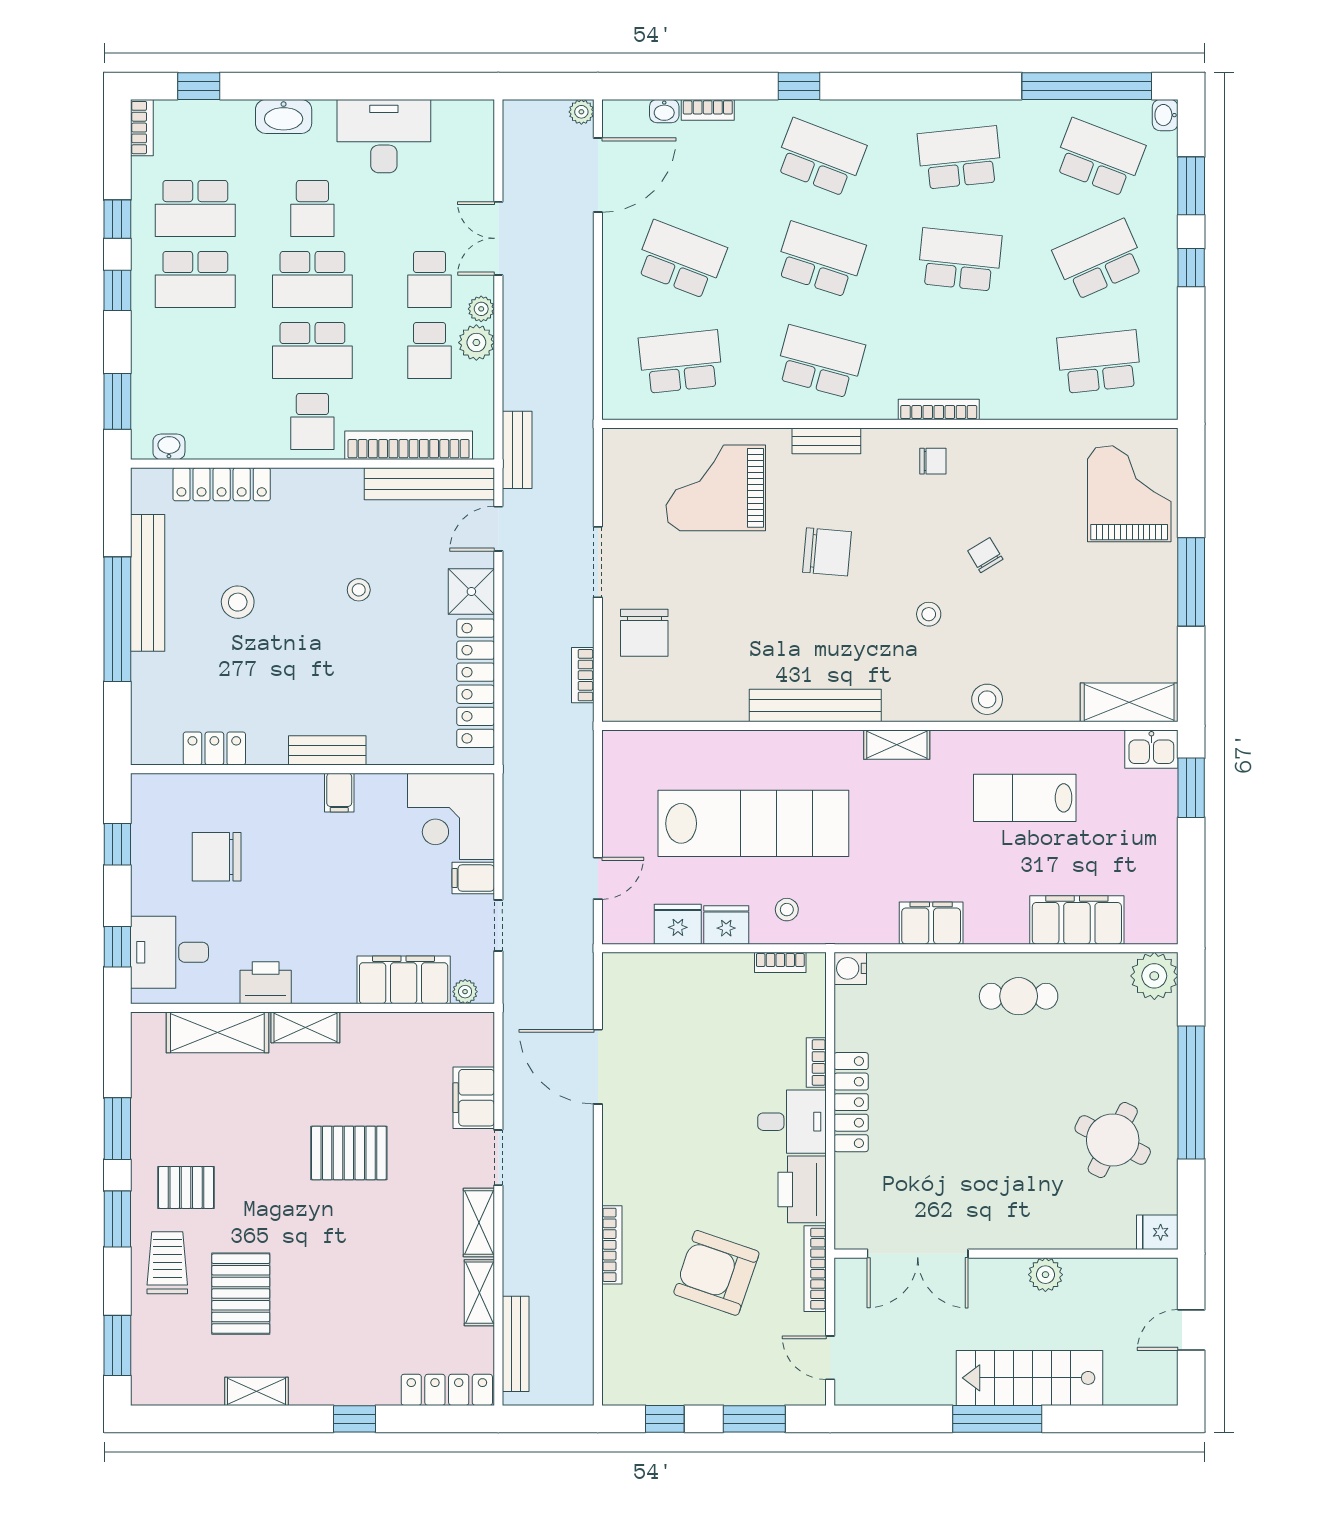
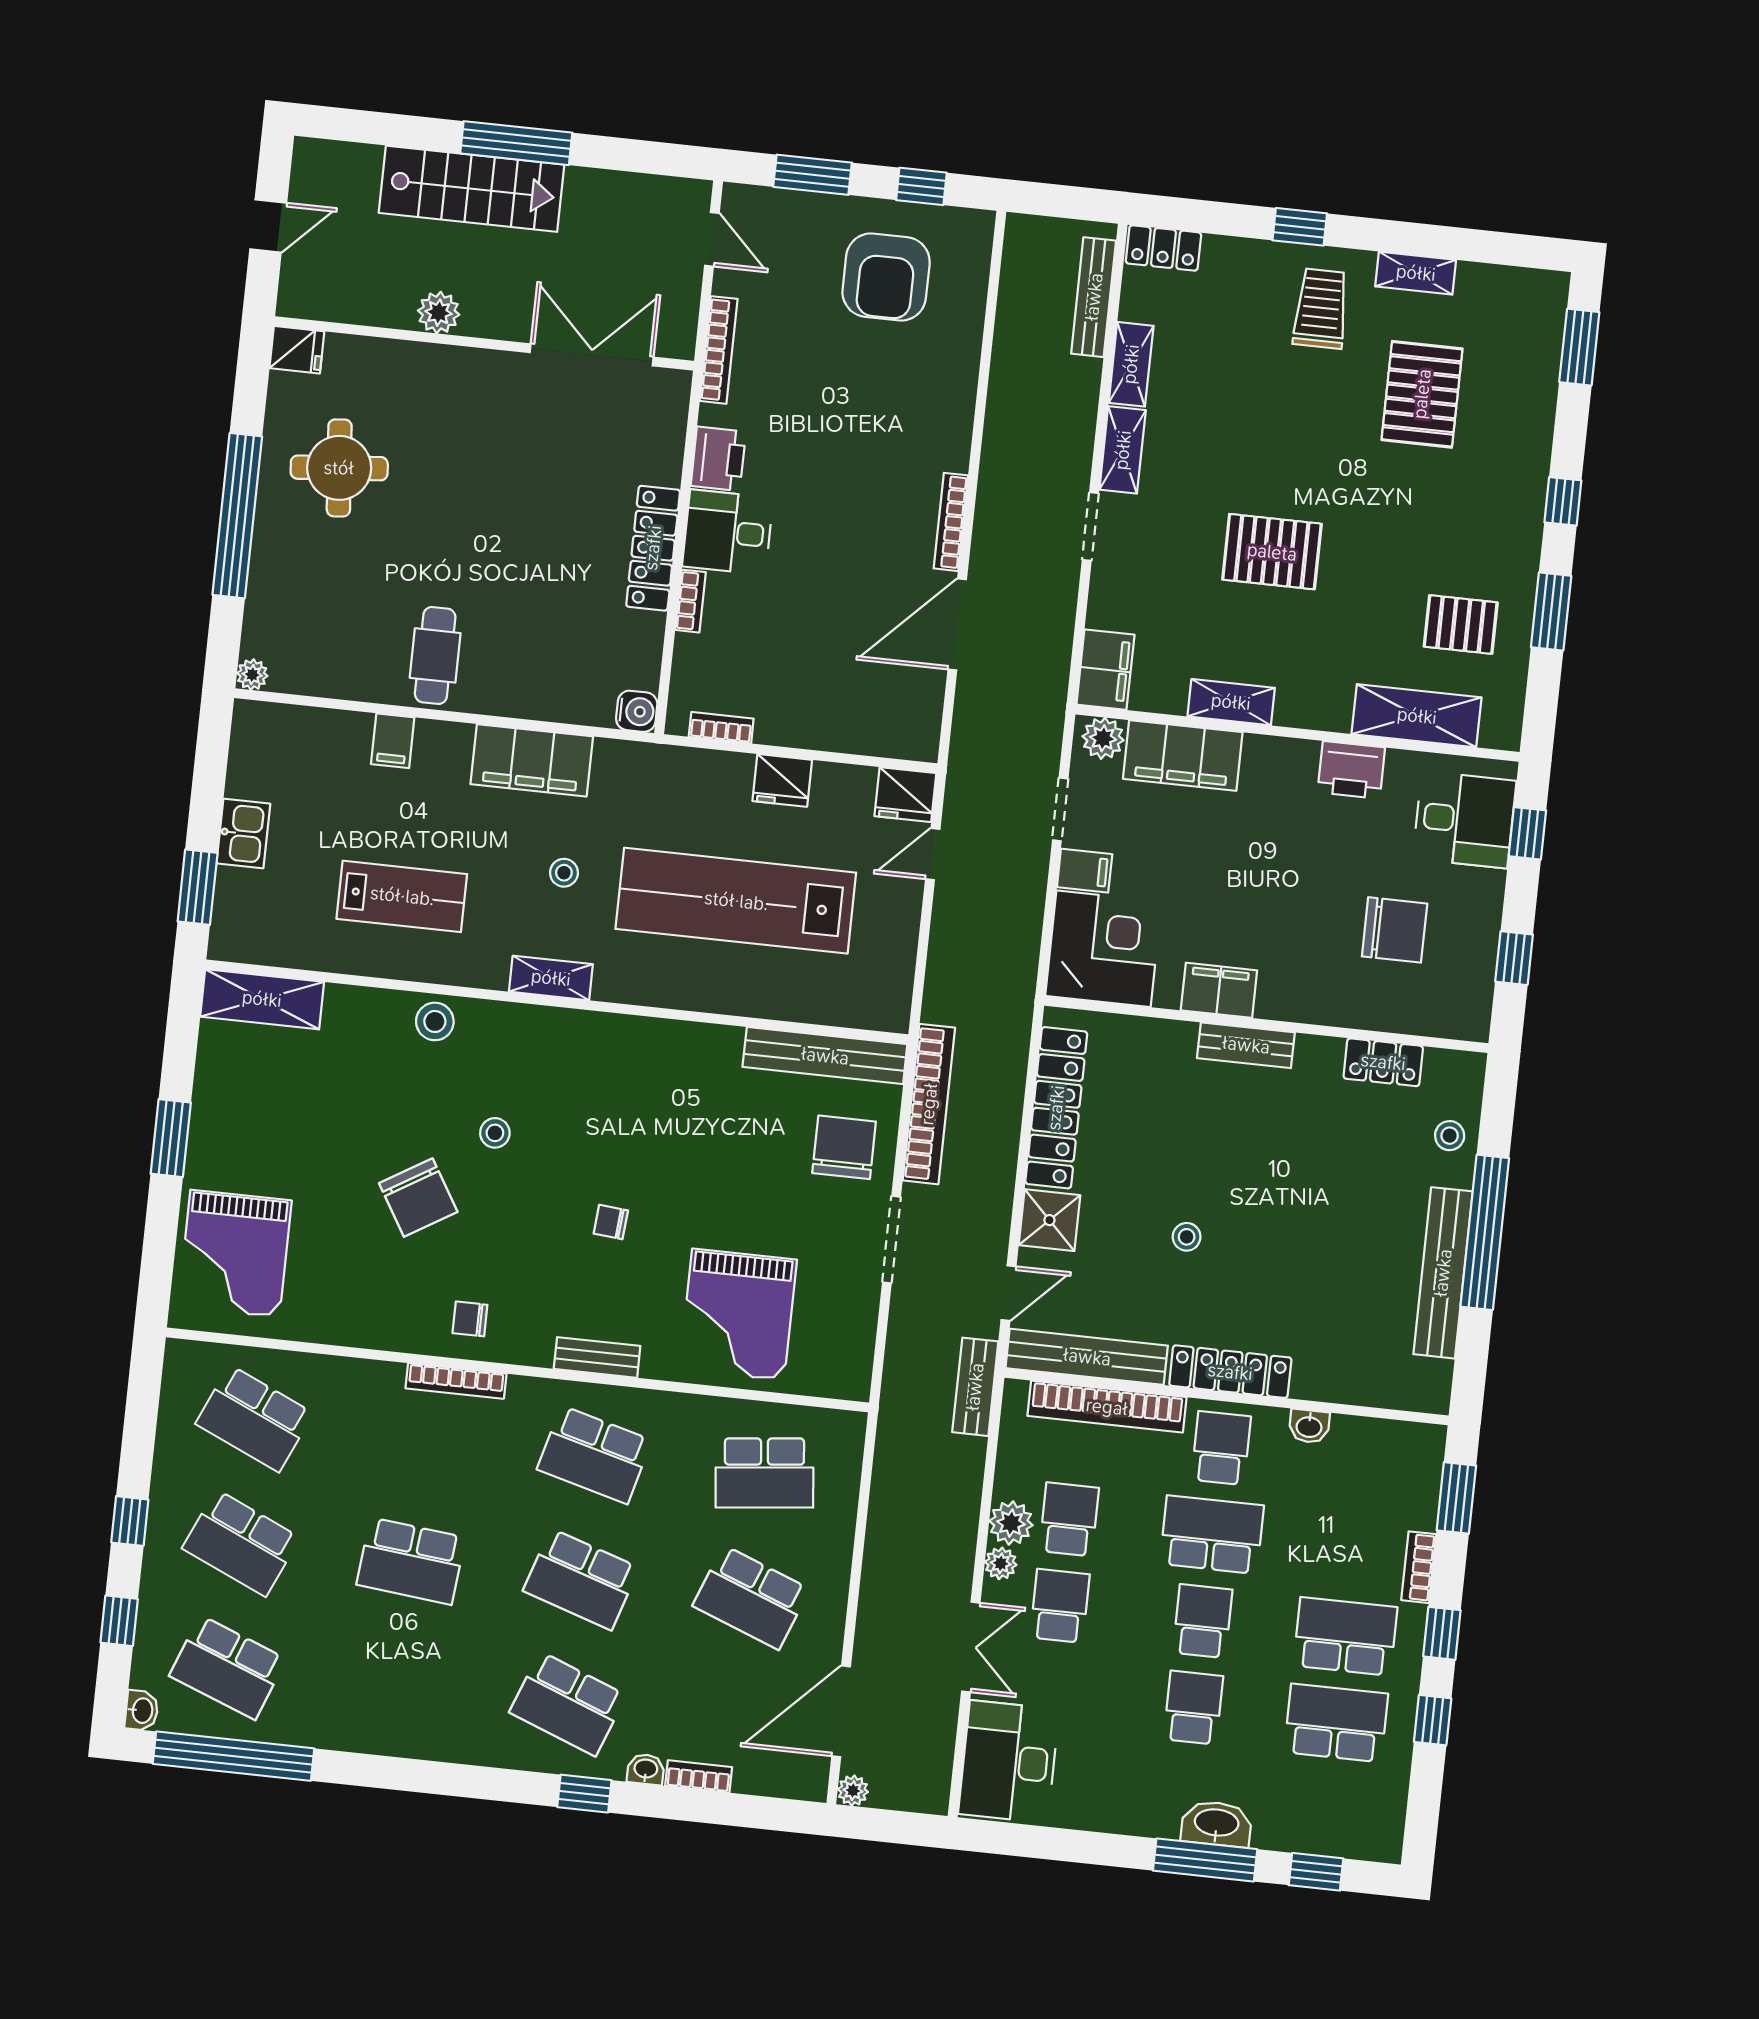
window: (290, 86) -> (1205, 1860), added
washbasin: (664, 111) -> (646, 1769), moved
bookcase: (142, 128) -> (1419, 1567), moved
desk: (384, 136) -> (1009, 1762), moved, turned 90
school desk: (960, 157) -> (398, 1686), removed
window: (1191, 186) -> (119, 1621), width x0.67
school desk: (1099, 260) -> (241, 1543), turned 48
school desk: (312, 280) -> (1203, 1621), width x0.54
school desk: (1099, 362) -> (254, 1418), turned 30
washbasin: (169, 447) -> (1309, 1426), moved
locker: (222, 484) -> (1230, 1372), moved
grand piano: (716, 488) -> (738, 1315), turned 90
chair: (827, 552) -> (611, 1222), width x0.54, depth x0.54
chair: (985, 555) -> (418, 1198), width x1.87, depth x1.87
window: (1191, 582) -> (171, 1138), width x0.69
stool: (238, 602) -> (1450, 1136), moved, width x0.73, depth x0.73
bookcase: (583, 675) -> (929, 1104), width x2.31, depth x1.31
bench: (815, 705) -> (825, 1056), moved
kitchen sink: (1151, 749) -> (243, 834), moved, turned 90
filing cabinet: (339, 793) -> (1219, 990), width x2.00
stool: (787, 910) -> (564, 873), moved
filing cabinet: (1077, 920) -> (393, 741), width x0.33, depth x0.86
filing cabinet: (931, 923) -> (532, 760), width x1.50, depth x1.17
fridge: (678, 924) -> (905, 795), moved
plant: (1154, 976) -> (252, 675), width x0.53, depth x0.53
plant: (465, 992) -> (1103, 738), width x1.38, depth x1.38
cafe table: (1019, 996) -> (435, 655), turned 90
shelving: (305, 1027) -> (1231, 702), moved
door: (598, 1067) -> (957, 624), swing flipped
filing cabinet: (474, 1098) -> (1105, 670), moved
round table: (1113, 1140) -> (339, 468), turned -32
pallet: (186, 1187) -> (1461, 624), moved
printer: (802, 1189) -> (718, 459), width x0.73, depth x0.84
window: (117, 1219) -> (1563, 501), width x0.67
bookcase: (612, 1245) -> (951, 522), moved
trolley: (167, 1263) -> (1321, 309), moved, turned 180
armchair: (716, 1273) -> (886, 277), moved, turned 71
locker: (447, 1390) -> (1163, 248), width x0.66

